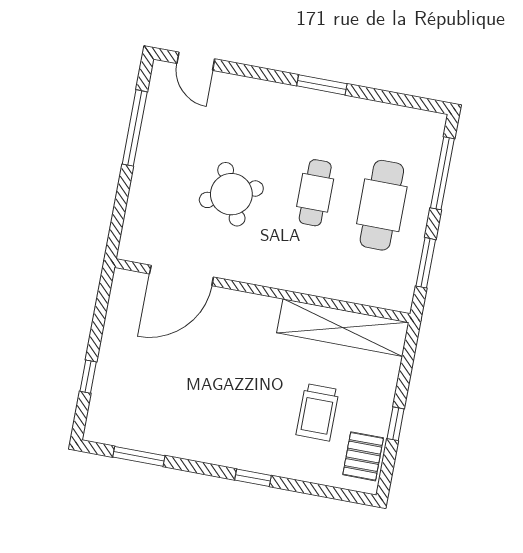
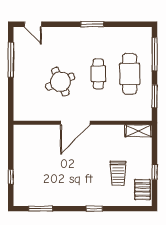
door: (181, 275) -> (75, 123), moved
shelving: (343, 328) -> (138, 131), width x0.45, depth x0.75

